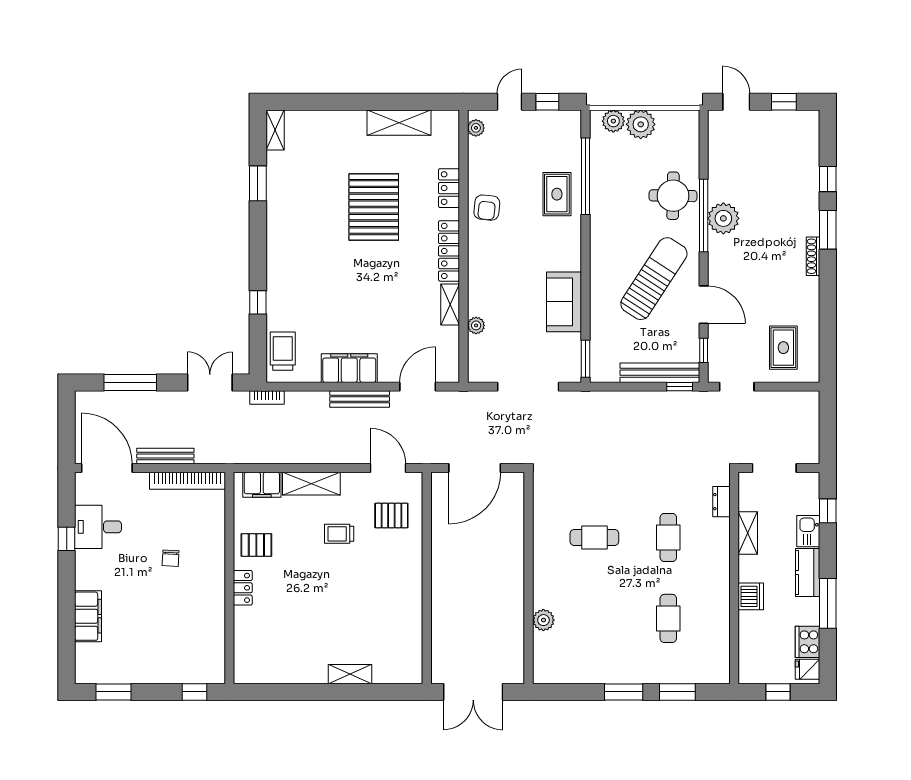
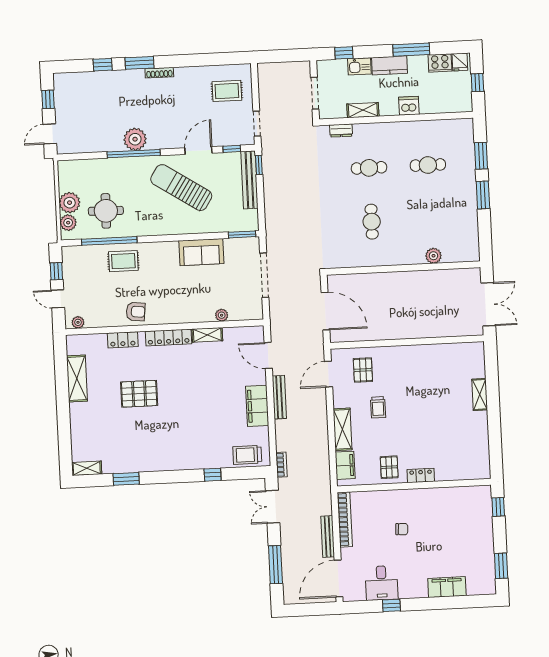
round table: (673, 196) -> (106, 211), moved
pallet: (374, 207) -> (139, 394), width x0.73, depth x0.71

